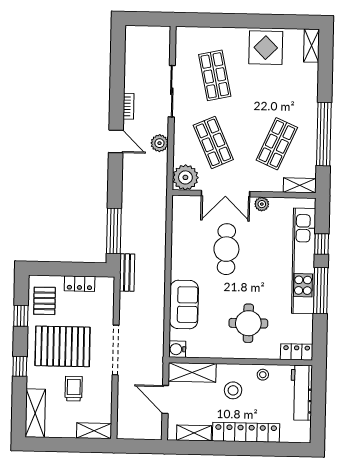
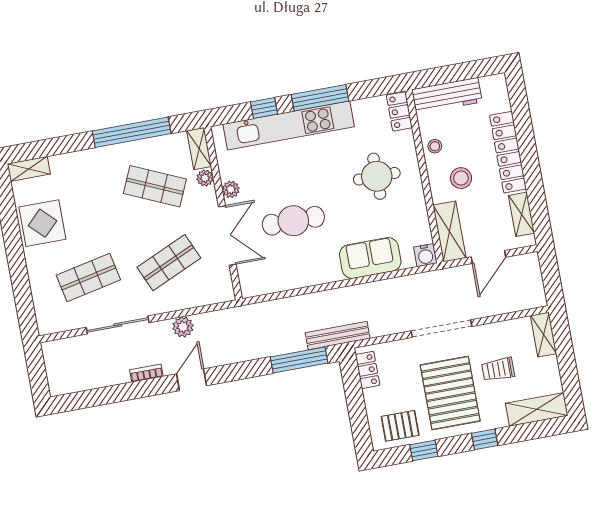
plant: (185, 177) -> (205, 178), moved, width x0.53, depth x0.53
bench: (127, 273) -> (338, 336), width x1.36
locker: (80, 284) -> (368, 370), moved

